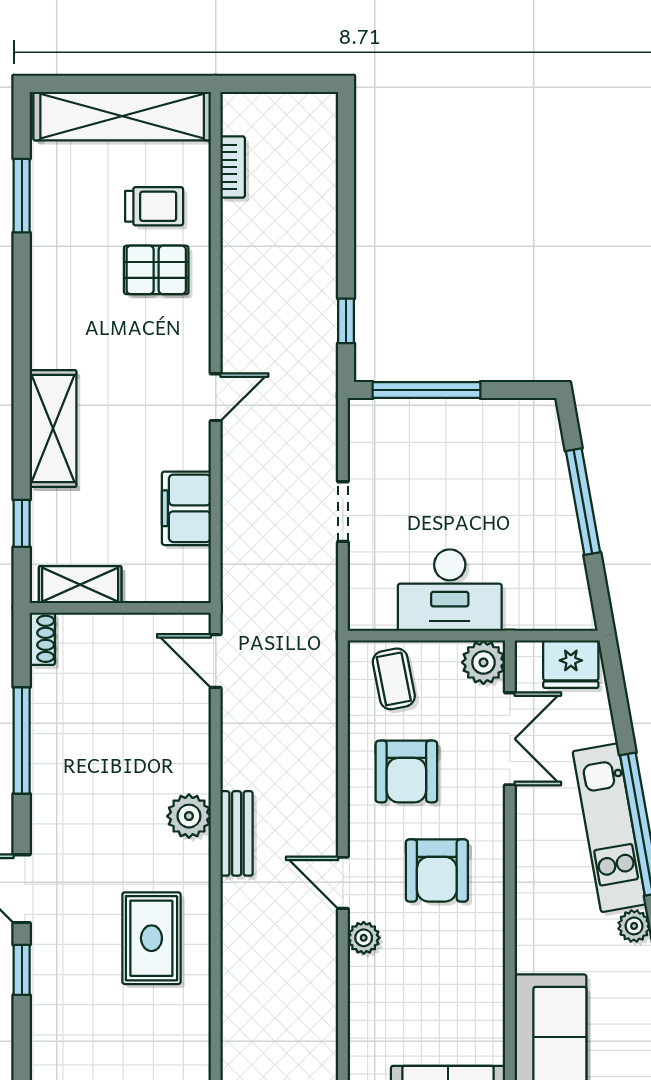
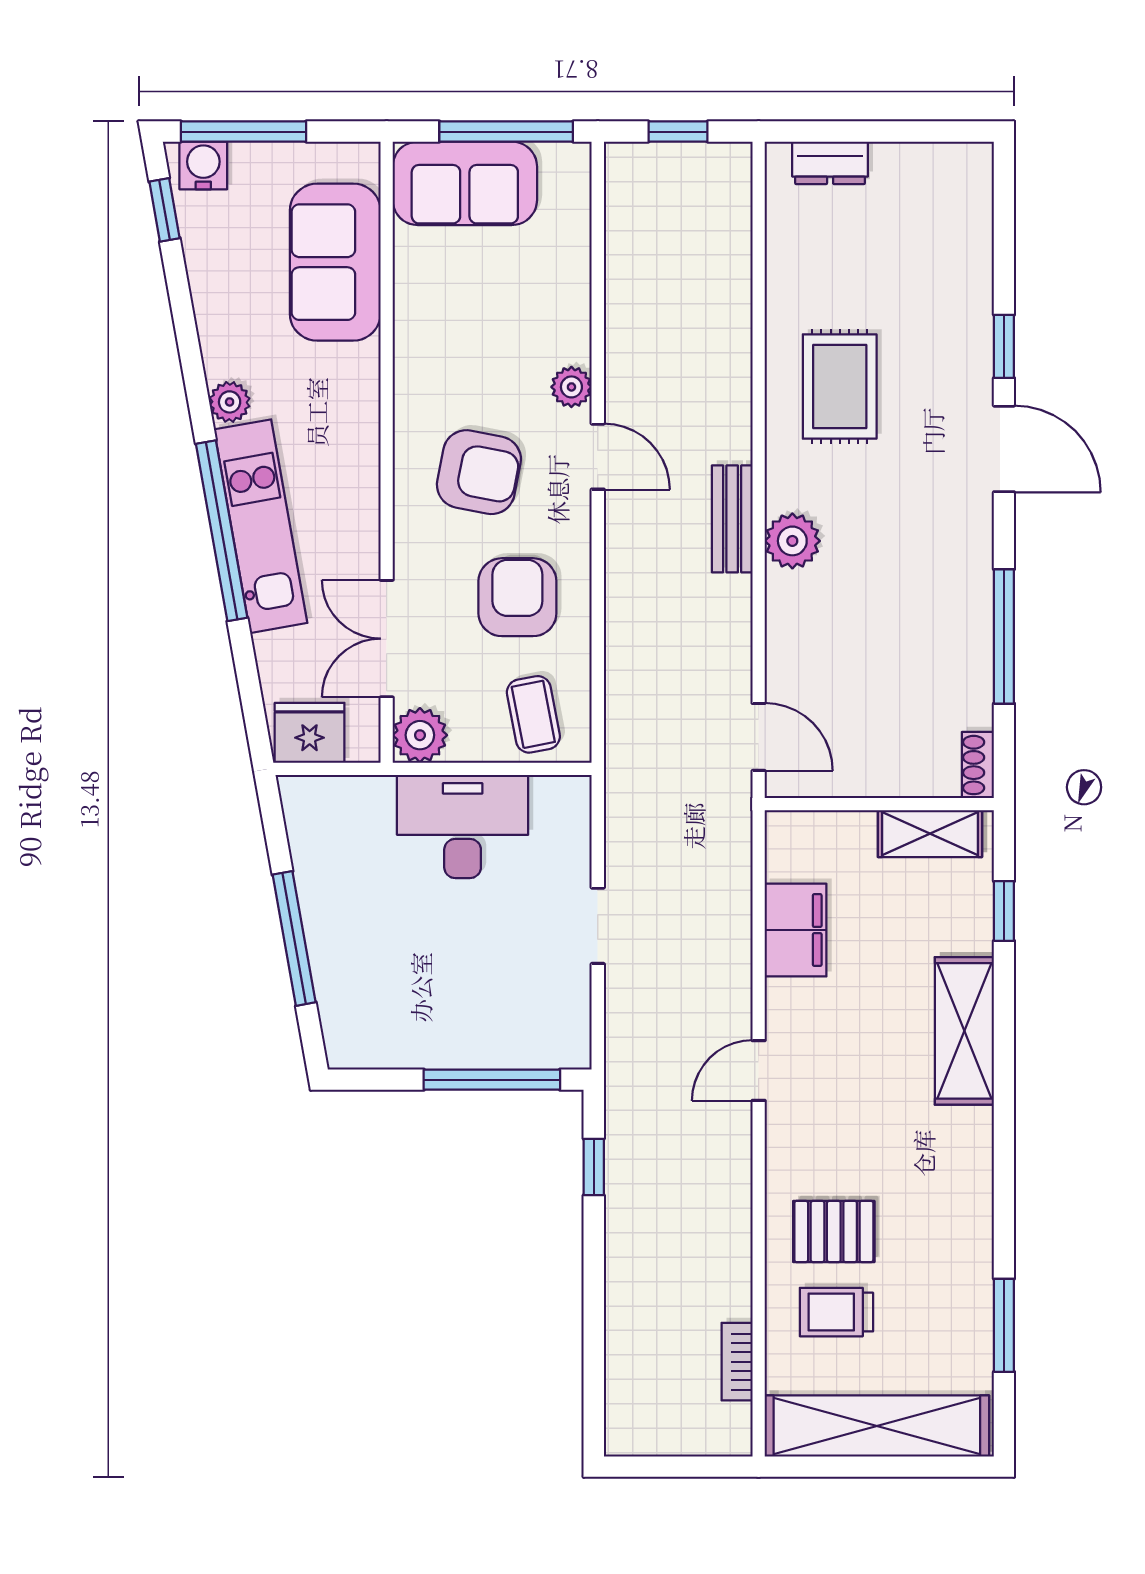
armchair: (437, 870) -> (479, 472), turned 101

